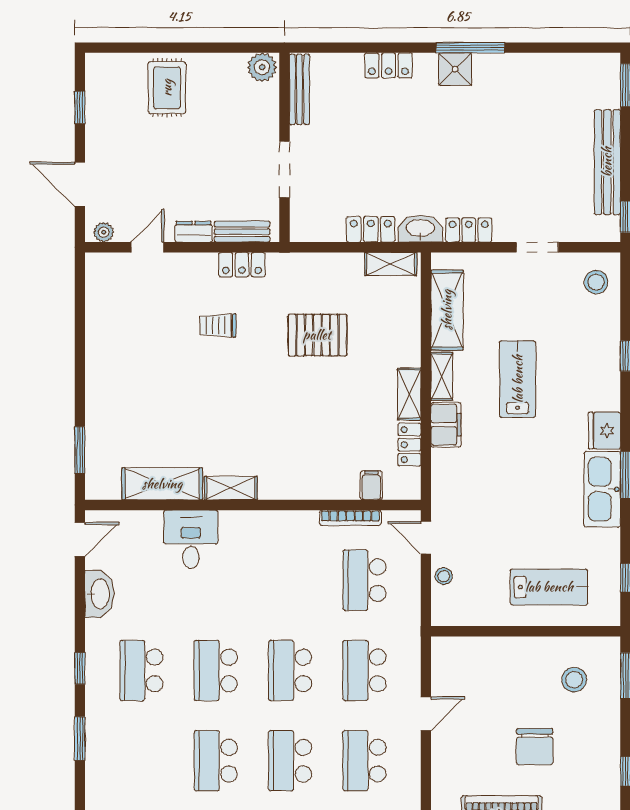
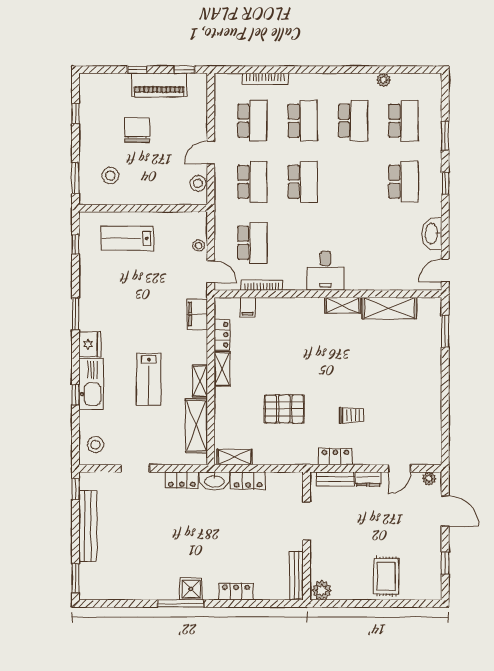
filing cabinet: (446, 425) -> (197, 314), moved
kitchen sink: (602, 489) -> (91, 384), moved
desk: (191, 539) -> (325, 271), moved
stool: (445, 668) -> (198, 183), added
school desk: (216, 670) -> (403, 121), moved

